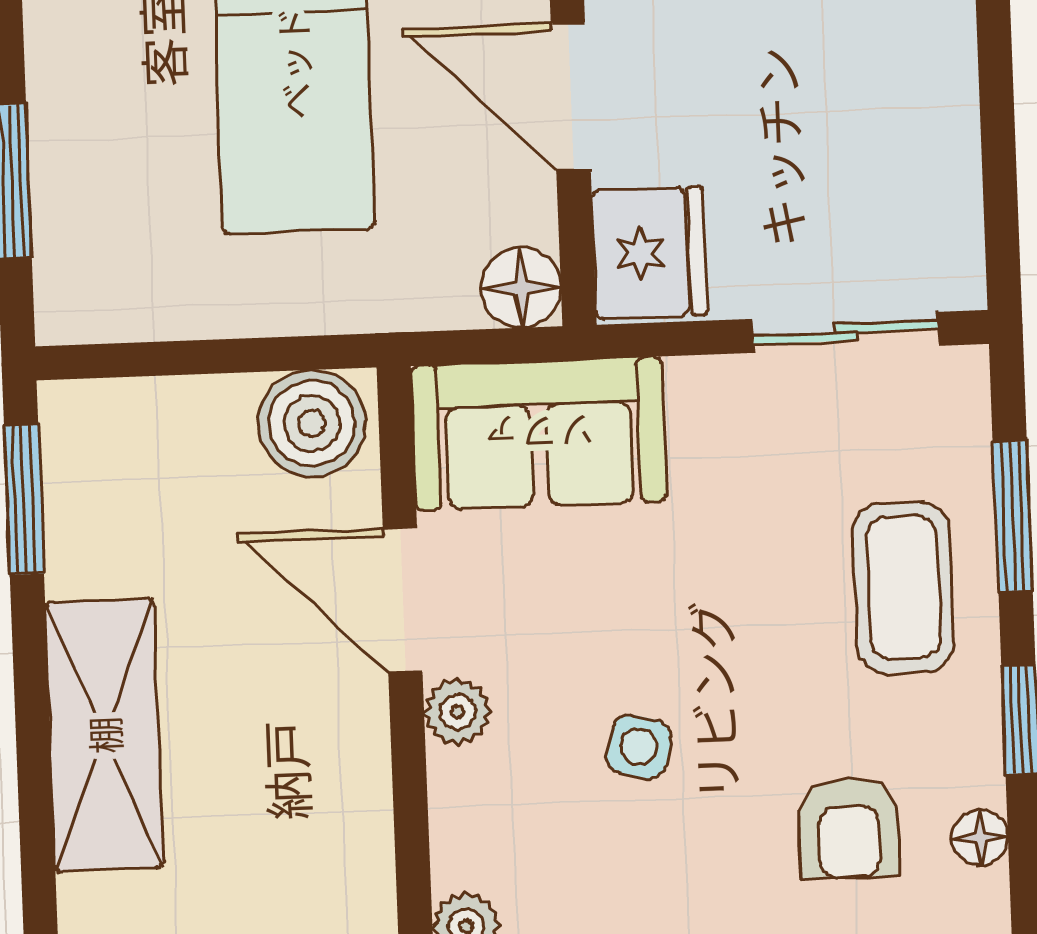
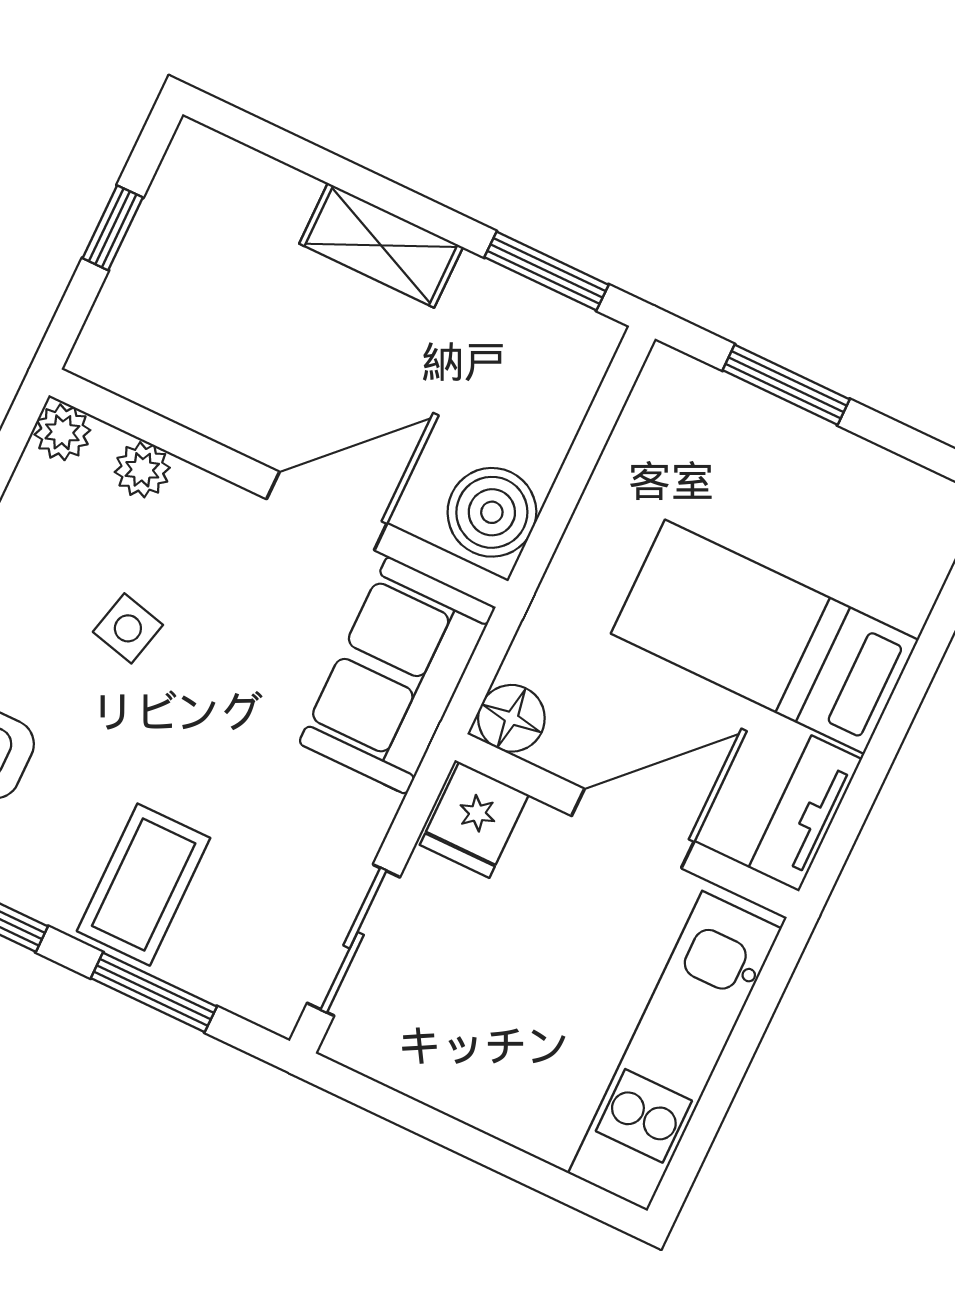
fridge: (649, 253) -> (474, 820), width x0.72
coffee table: (903, 587) -> (144, 885), turned 90
plant: (457, 712) -> (142, 470), moved
shelving: (104, 735) -> (381, 245), width x0.67, depth x0.75

